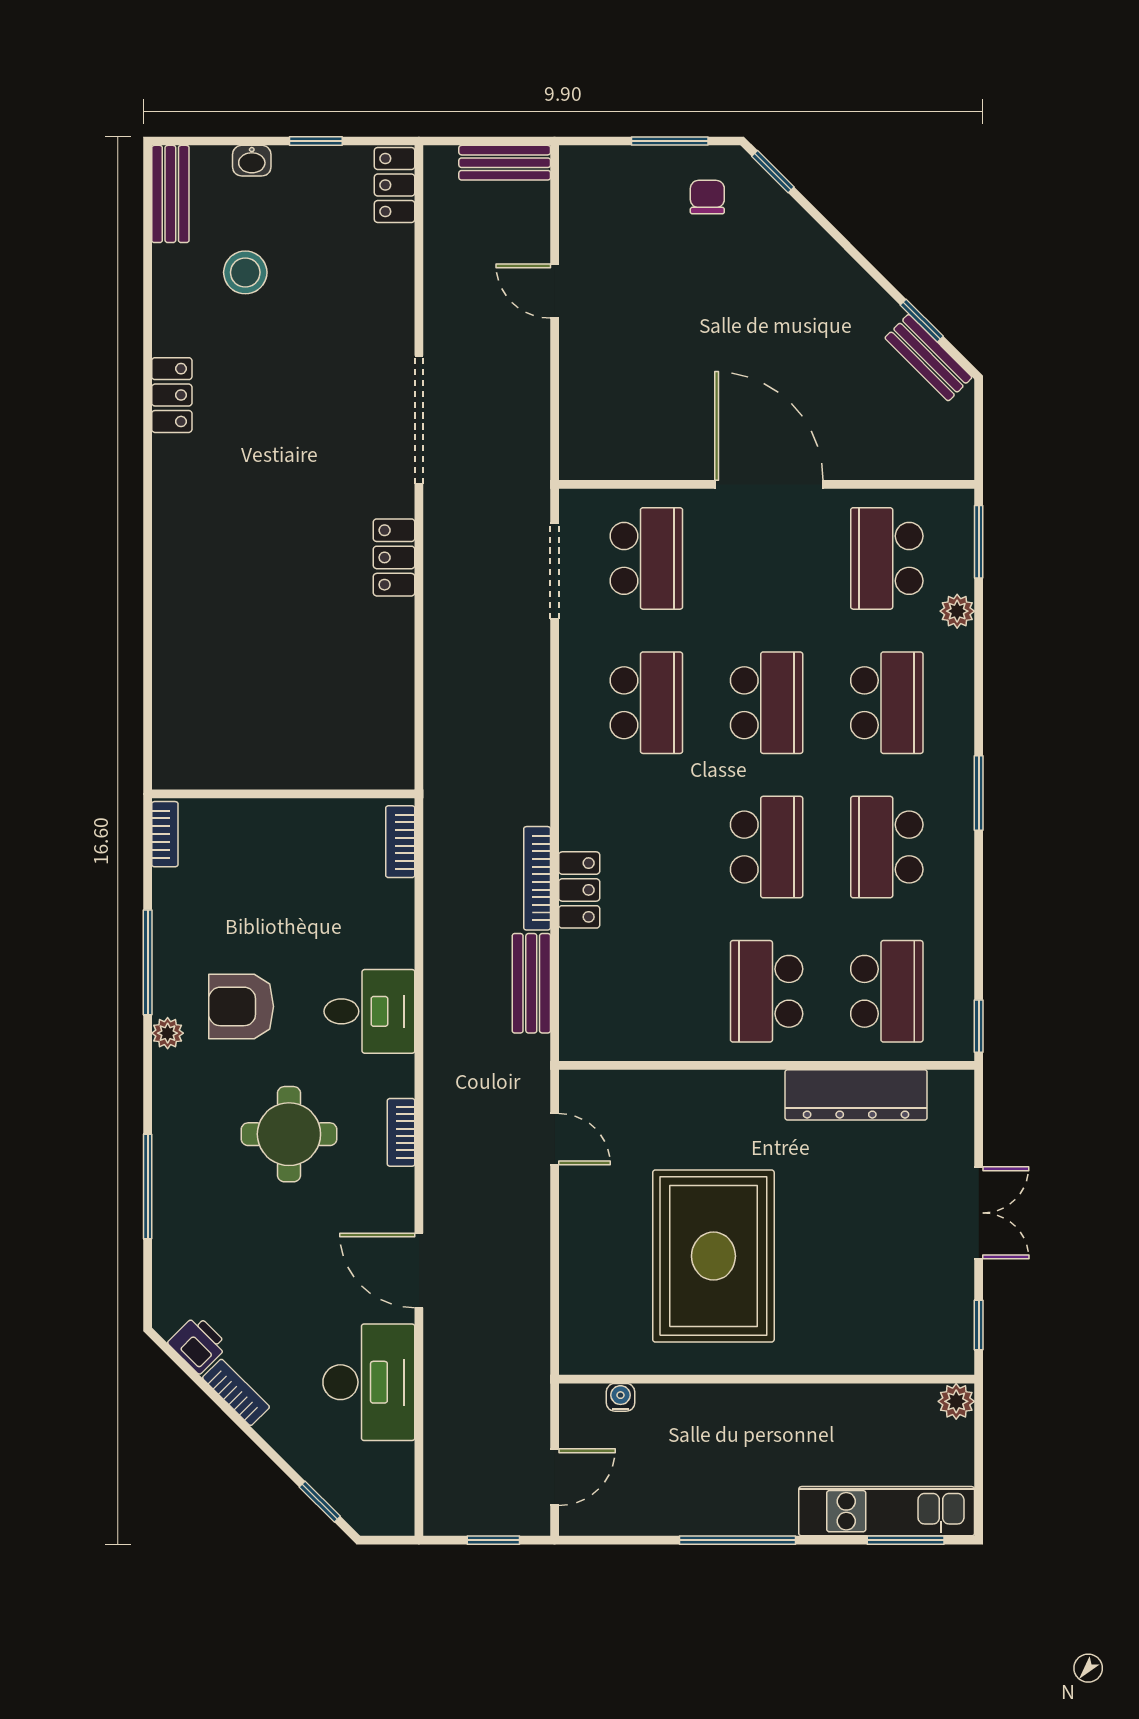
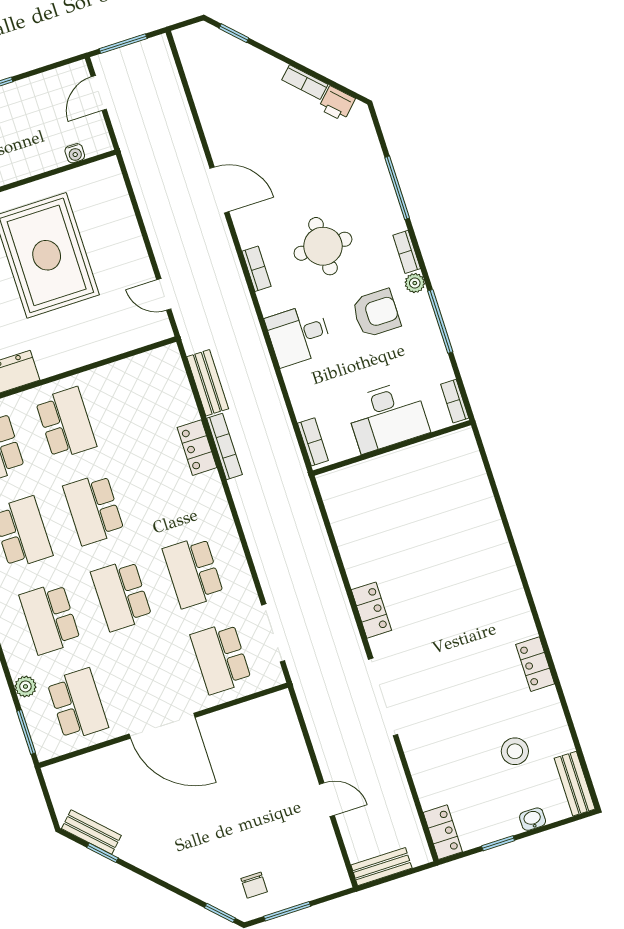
bookcase: (165, 1084) -> (407, 252), added
desk: (369, 1382) -> (387, 416), moved, turned -90
window: (493, 1540) -> (123, 44), width x1.50

